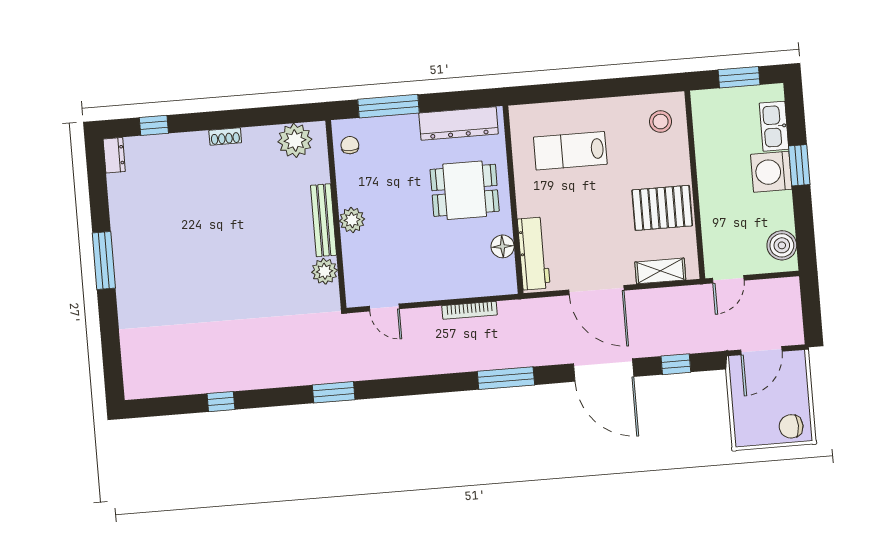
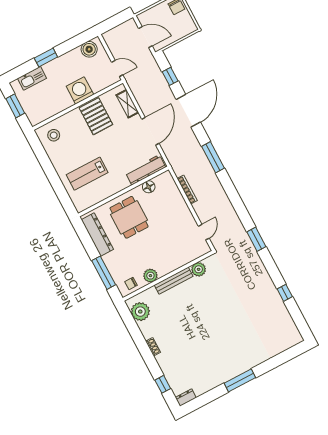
lab bench: (570, 151) -> (87, 174), turned 90
washing machine: (771, 172) -> (80, 90), moved, turned 180
plant: (352, 220) -> (150, 276), moved

